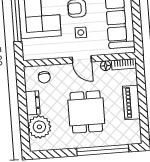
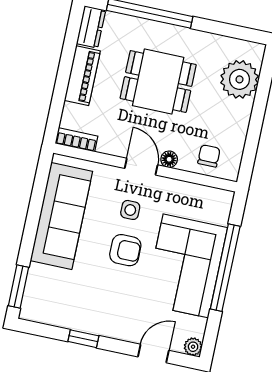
floor lamp: (106, 66) -> (169, 159), moved
dresser: (33, 103) -> (91, 27), moved, turned 180
dining table: (86, 112) -> (158, 82), turned 90

